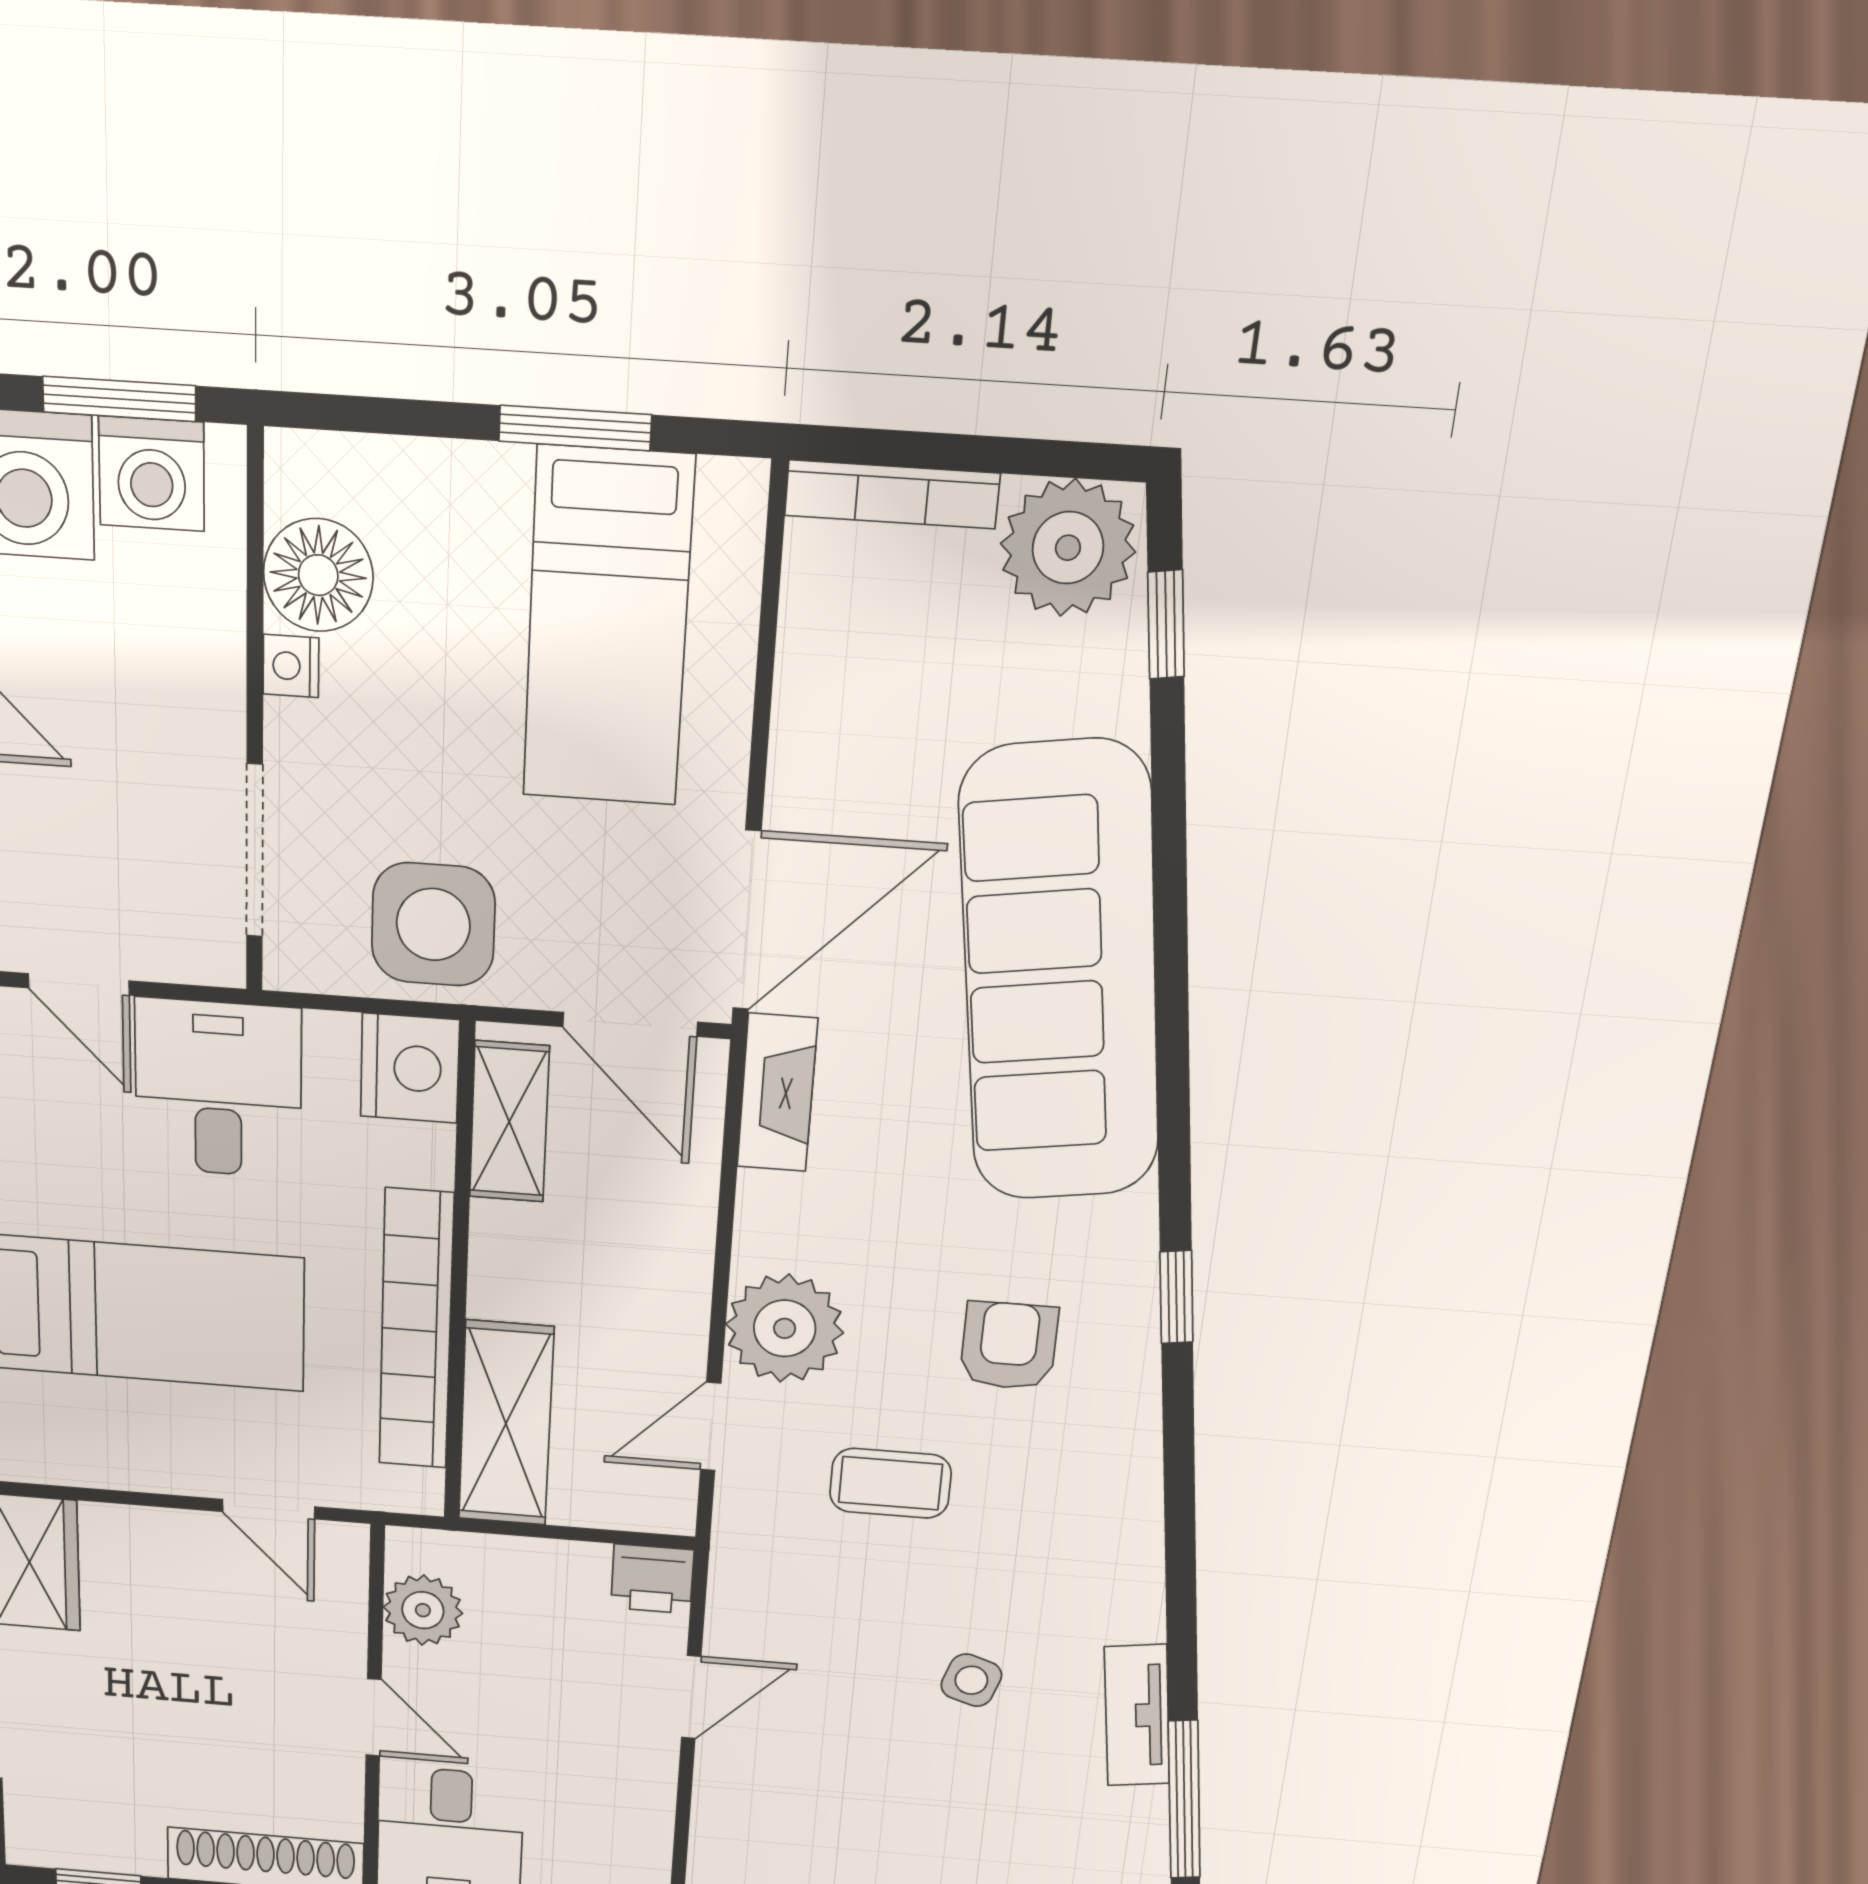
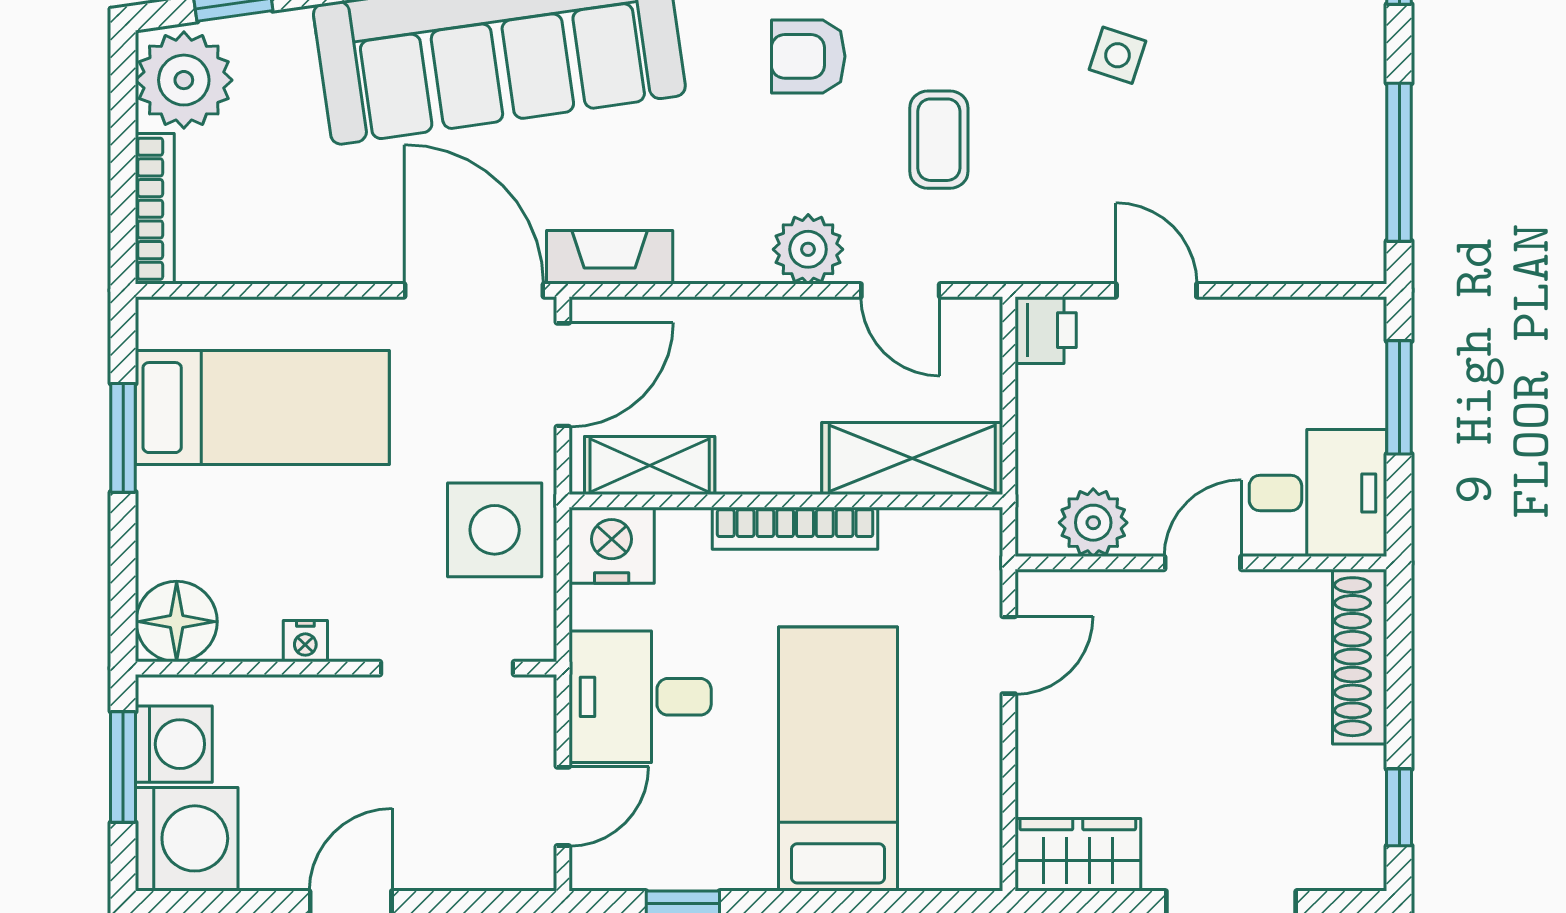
floor lamp: (318, 575) -> (177, 622), moved
plant: (785, 1328) -> (808, 249), width x0.73, depth x0.73
bookcase: (416, 1330) -> (795, 528), width x0.68, depth x0.76

